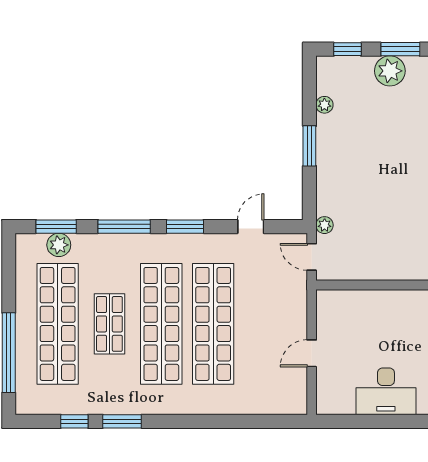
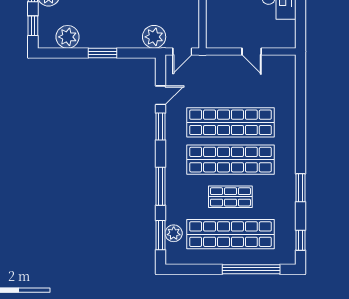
plant: (324, 105) -> (68, 37), width x1.87, depth x1.87
plant: (325, 225) -> (154, 37), width x1.88, depth x1.88
window: (185, 227) -> (160, 126), moved
door: (251, 227) -> (160, 95), swing flipped
window: (74, 421) -> (300, 240), moved

